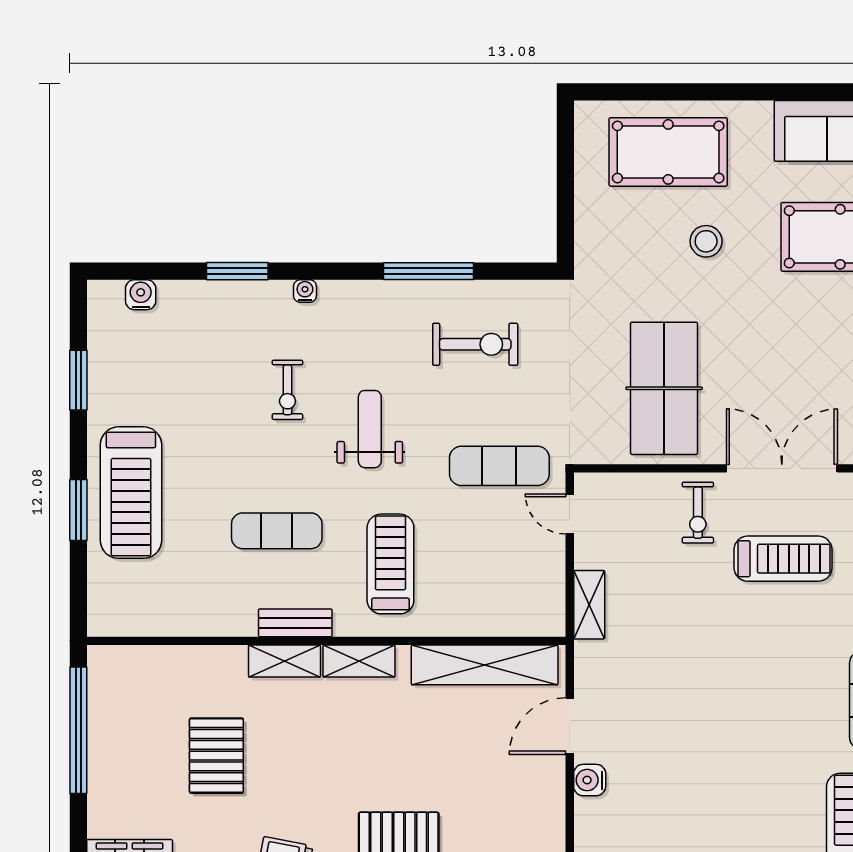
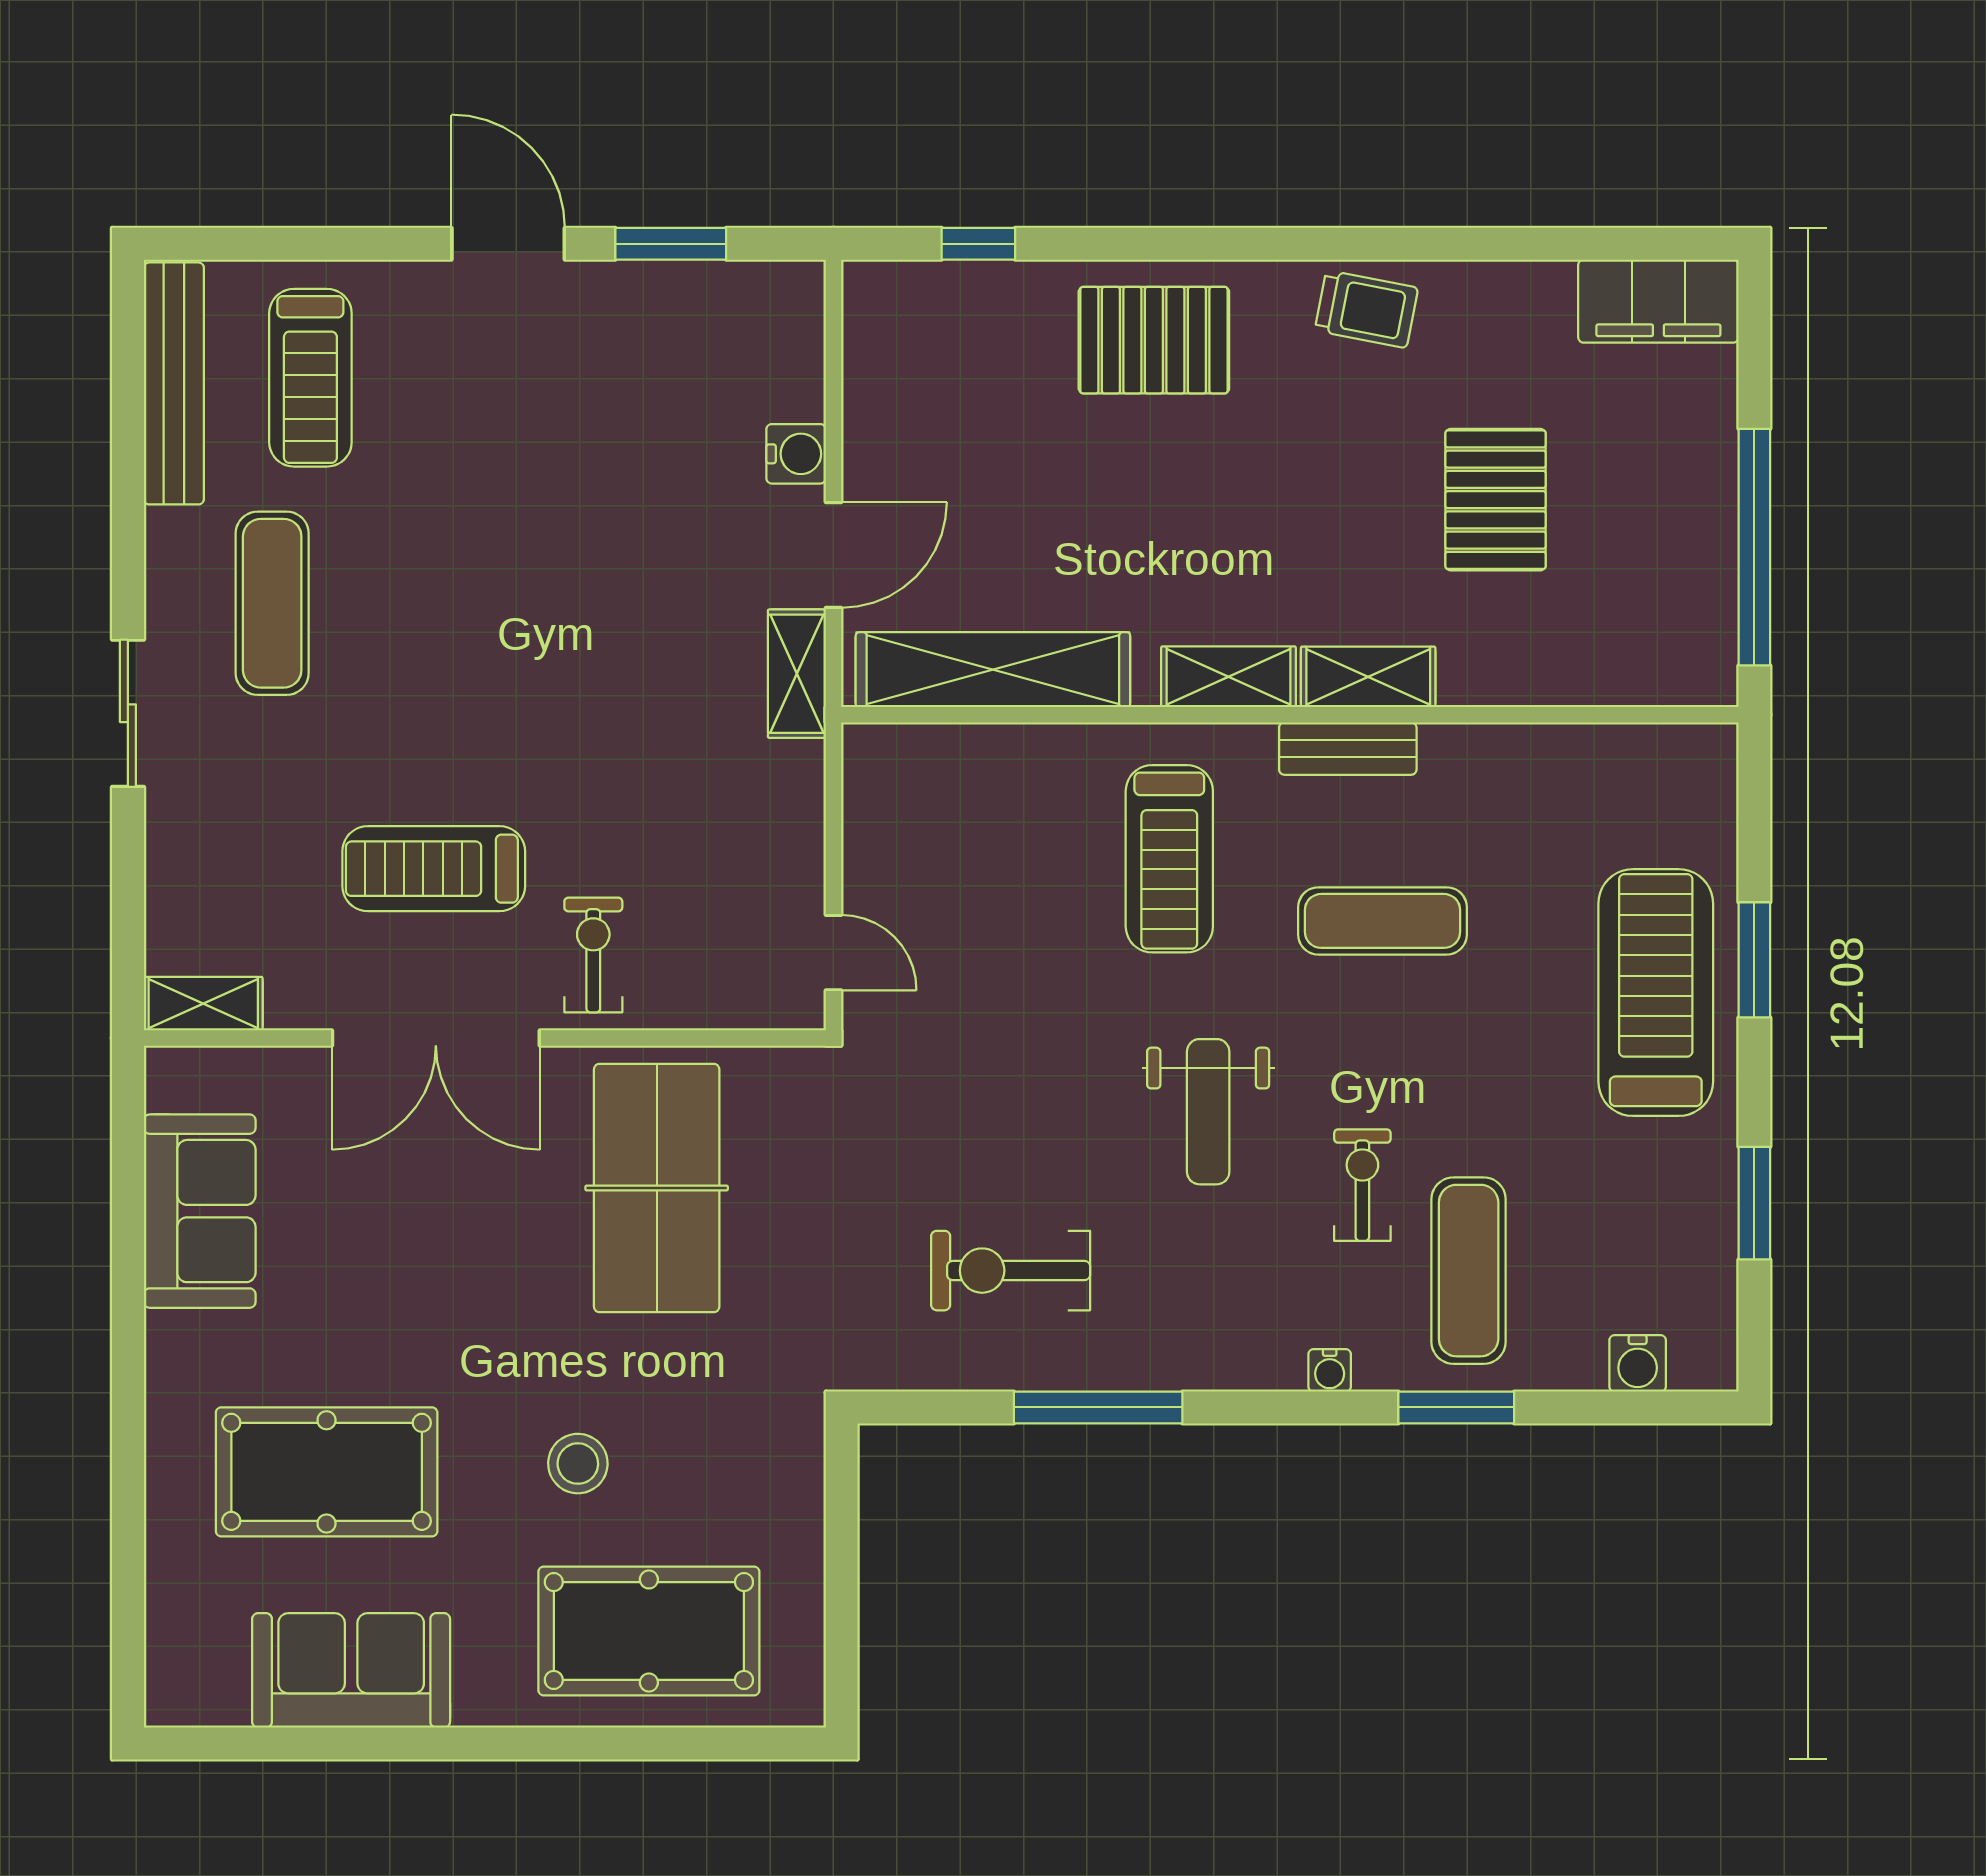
exercise mat: (499, 466) -> (1469, 1271), moved, turned 90
shelving: (589, 605) -> (797, 674), moved

